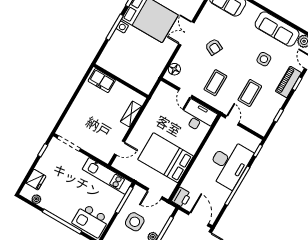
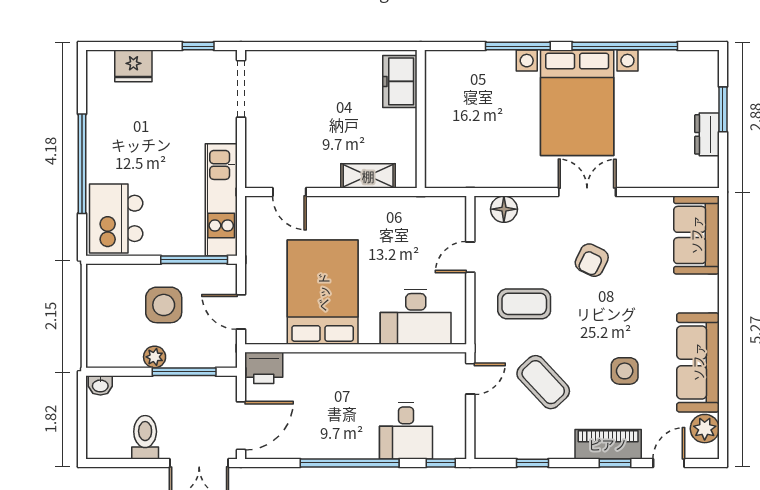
coffee table: (250, 93) -> (543, 382), turned 47
desk: (198, 117) -> (416, 317), moved, turned 90
desk: (229, 164) -> (406, 431), width x0.53, depth x0.77
plant: (36, 199) -> (96, 89), removed

